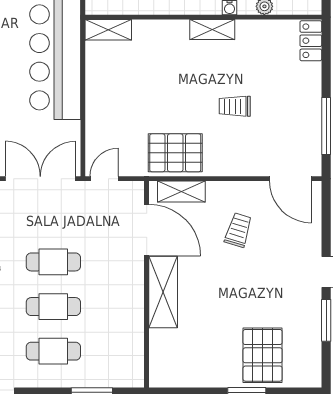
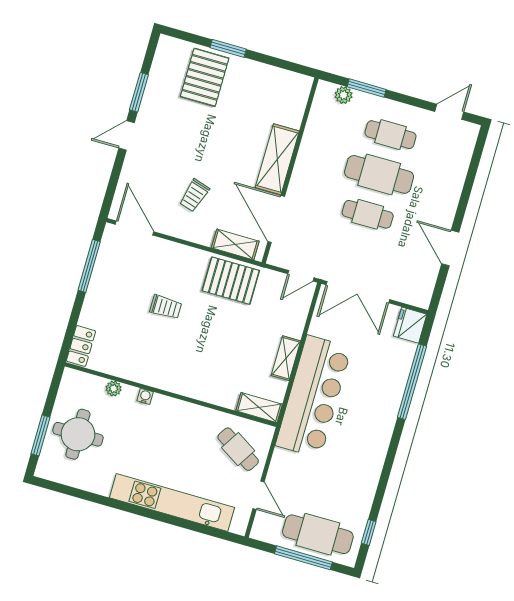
shelving: (212, 29) -> (286, 358), moved, turned 90
cafe table: (53, 307) -> (379, 174), width x1.37, depth x1.35
plant: (114, 378) -> (344, 95), added

